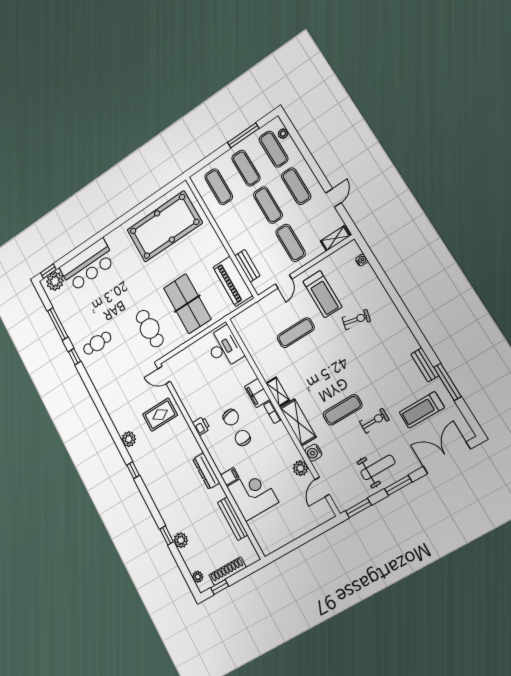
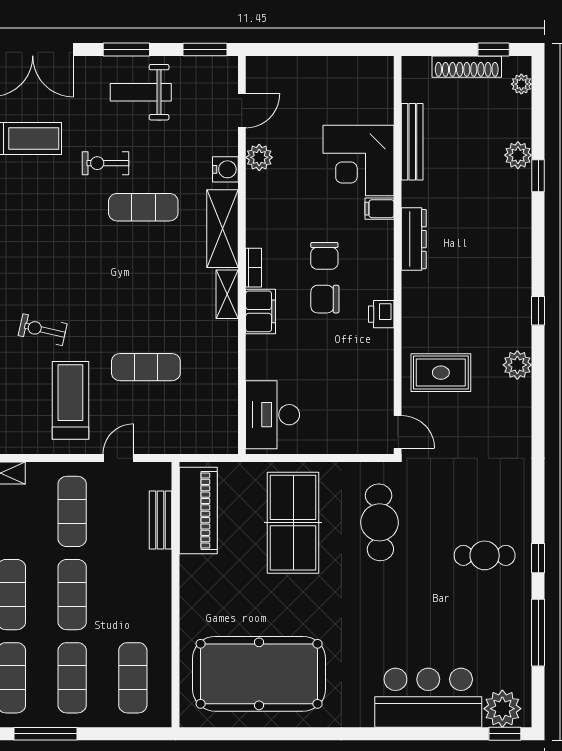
chair: (231, 417) -> (325, 299), turned -80

